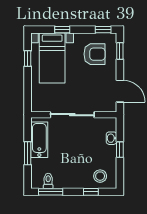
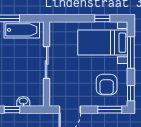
window: (62, 30) -> (131, 53), width x2.17
window: (120, 51) -> (110, 110), width x1.50
sliding door: (72, 115) -> (47, 63), width x0.73

